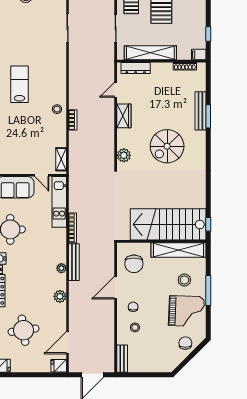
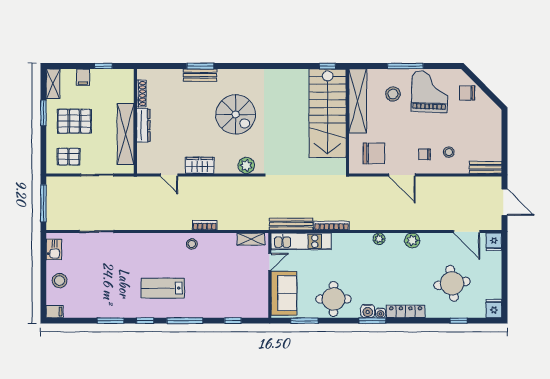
filing cabinet: (199, 55) -> (83, 77), moved
dresser: (136, 68) -> (143, 125), moved
bench: (200, 111) -> (200, 75), width x0.73
bench: (74, 262) -> (291, 224), moved

